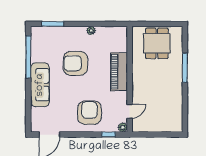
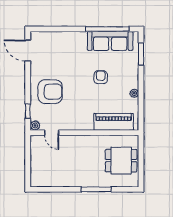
armchair: (75, 63) -> (101, 77), width x0.53, depth x0.53
piano: (119, 72) -> (113, 122), moved
sofa: (40, 85) -> (110, 41), moved

